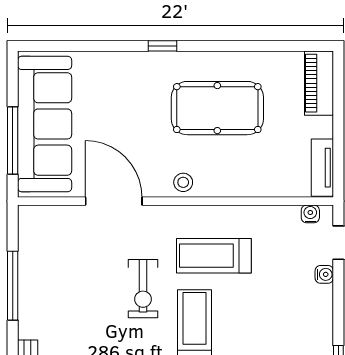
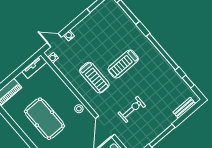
exercise bike: (143, 289) -> (132, 109), moved

